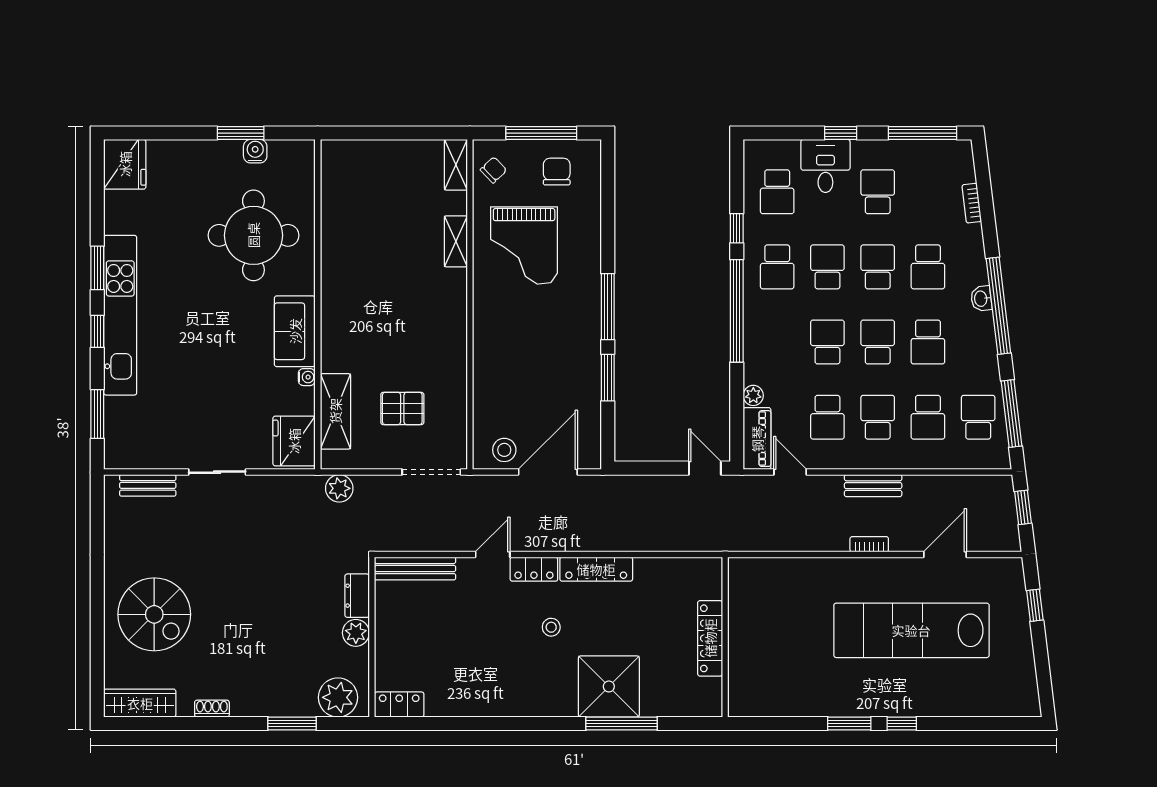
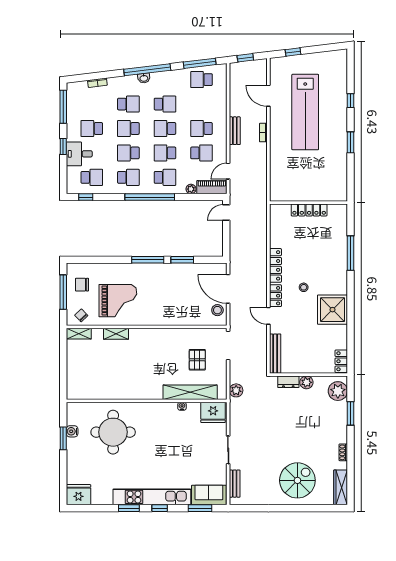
window: (737, 228) -> (86, 197), moved
sofa: (295, 331) -> (209, 495), moved, turned 180
shelving: (335, 411) -> (190, 392), width x1.47
school desk: (928, 417) -> (165, 177), moved
shower: (609, 686) -> (333, 310), moved
window: (902, 723) -> (350, 101), moved

